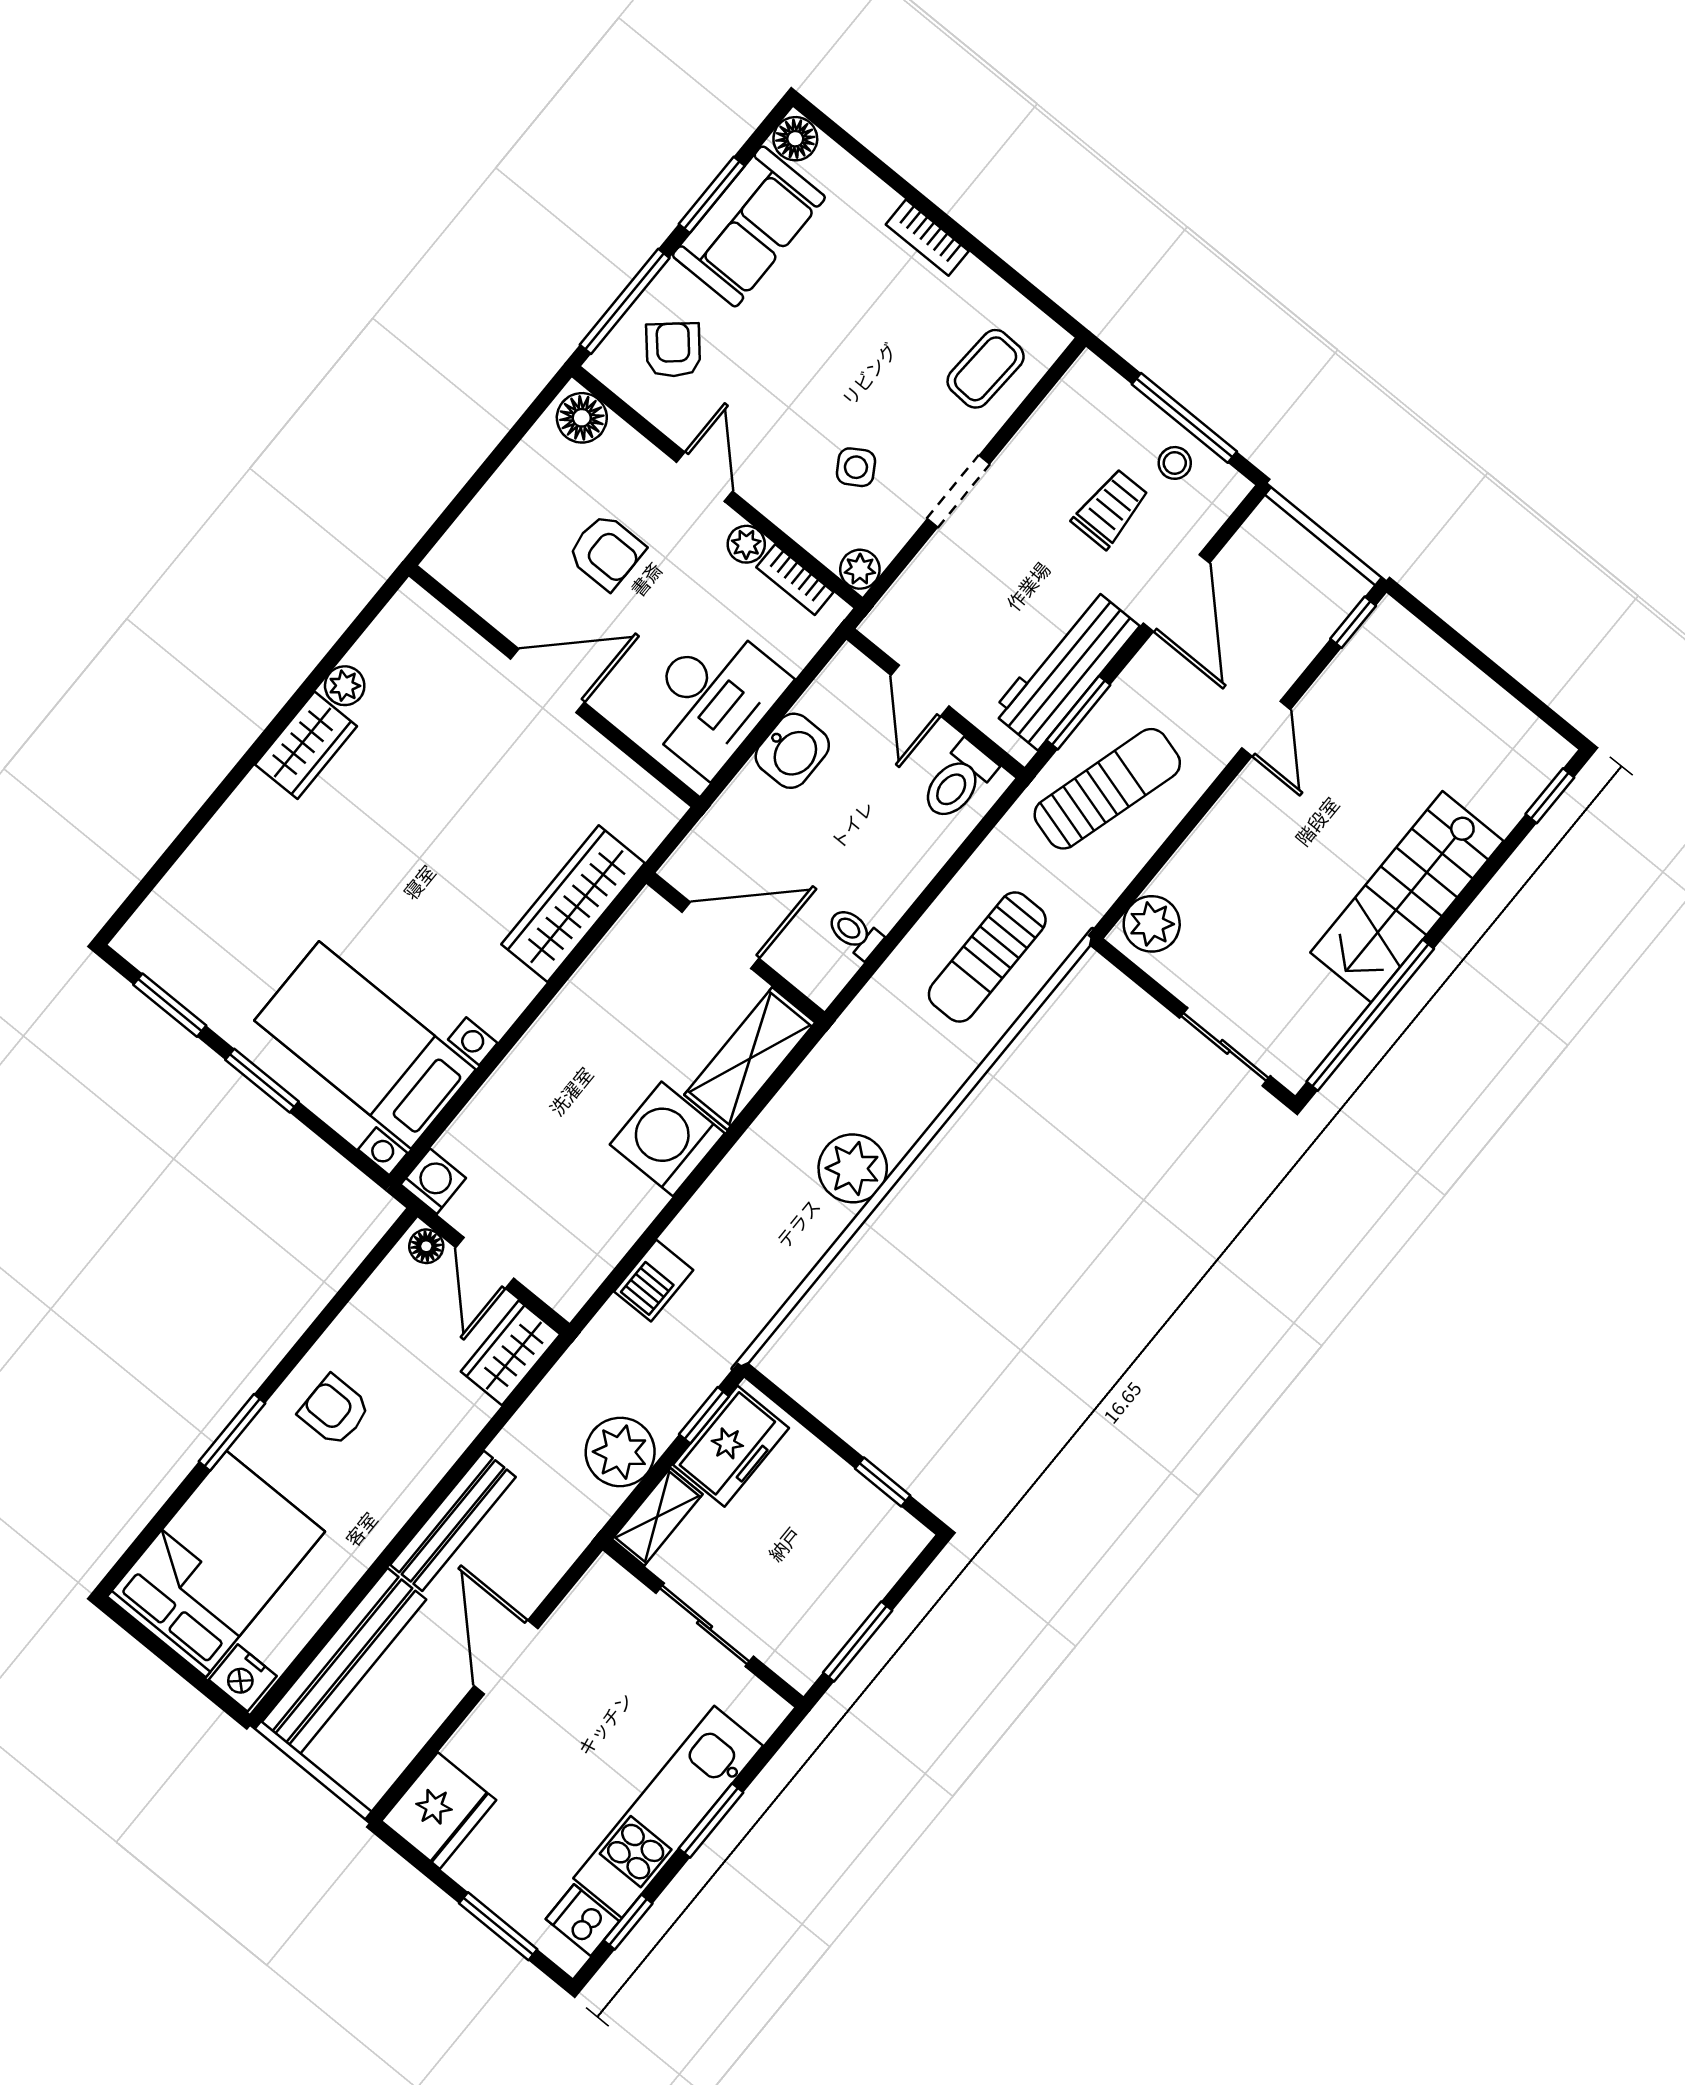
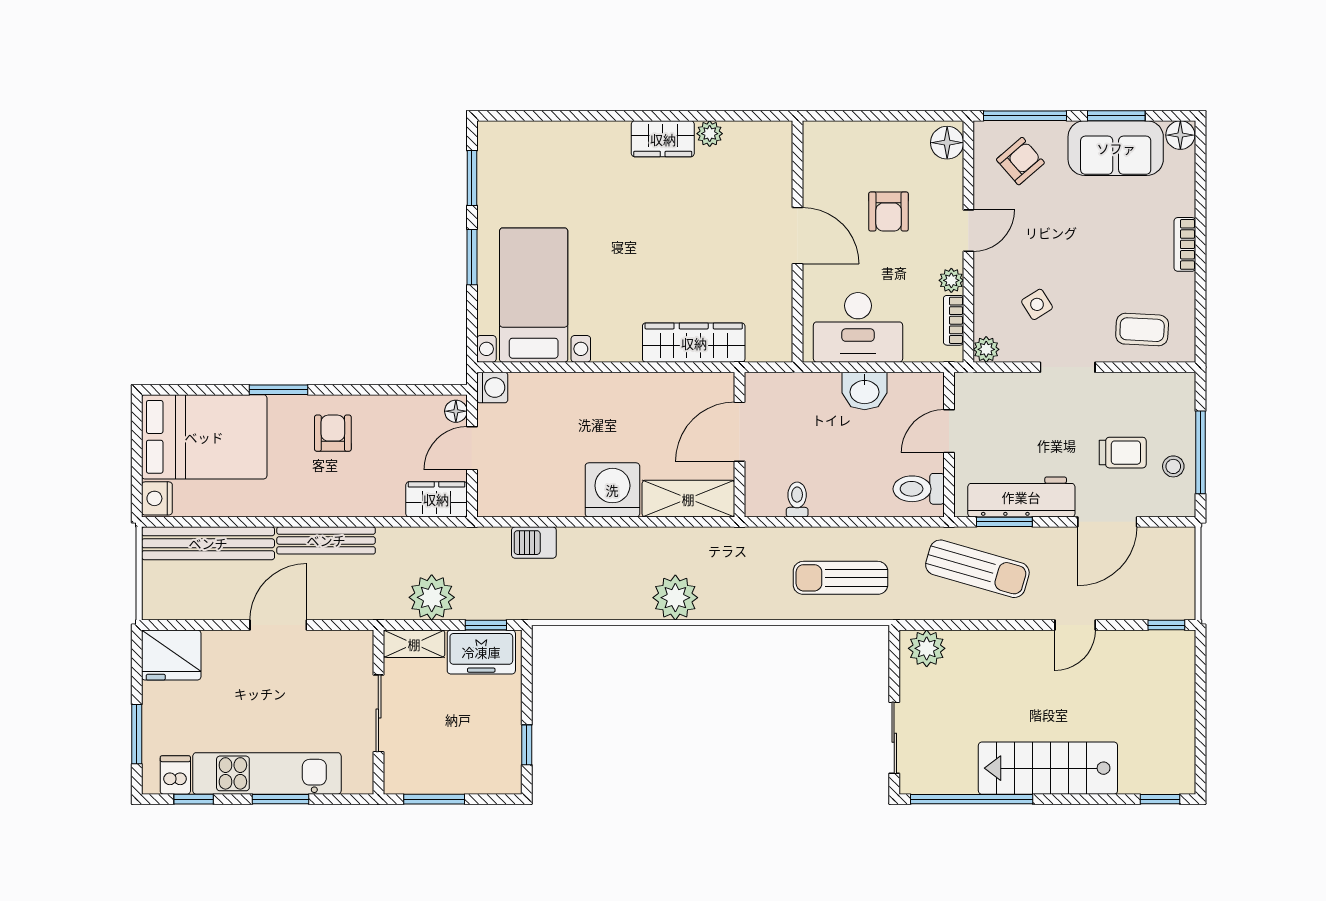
door: (721, 935) -> (740, 432), swing flipped

